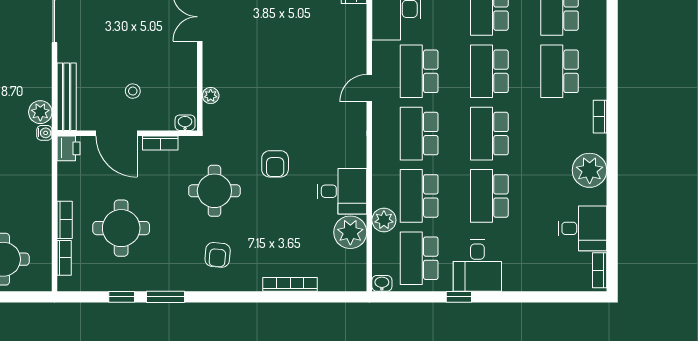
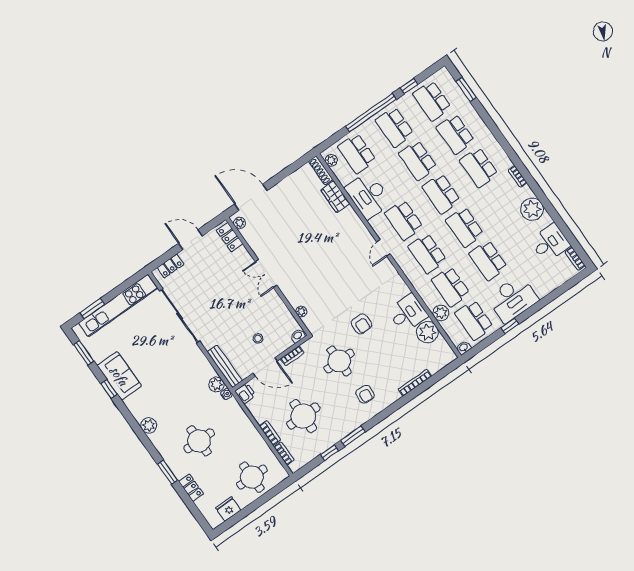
desk: (477, 266) -> (513, 299), width x1.37

